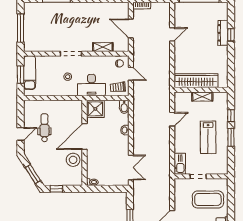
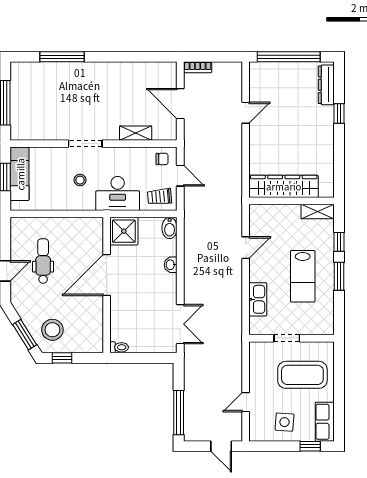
dresser: (223, 33) -> (326, 85), moved
shelving: (202, 96) -> (318, 212), moved
stool: (73, 160) -> (52, 330), moved
kitchen sink: (180, 164) -> (258, 299), moved

